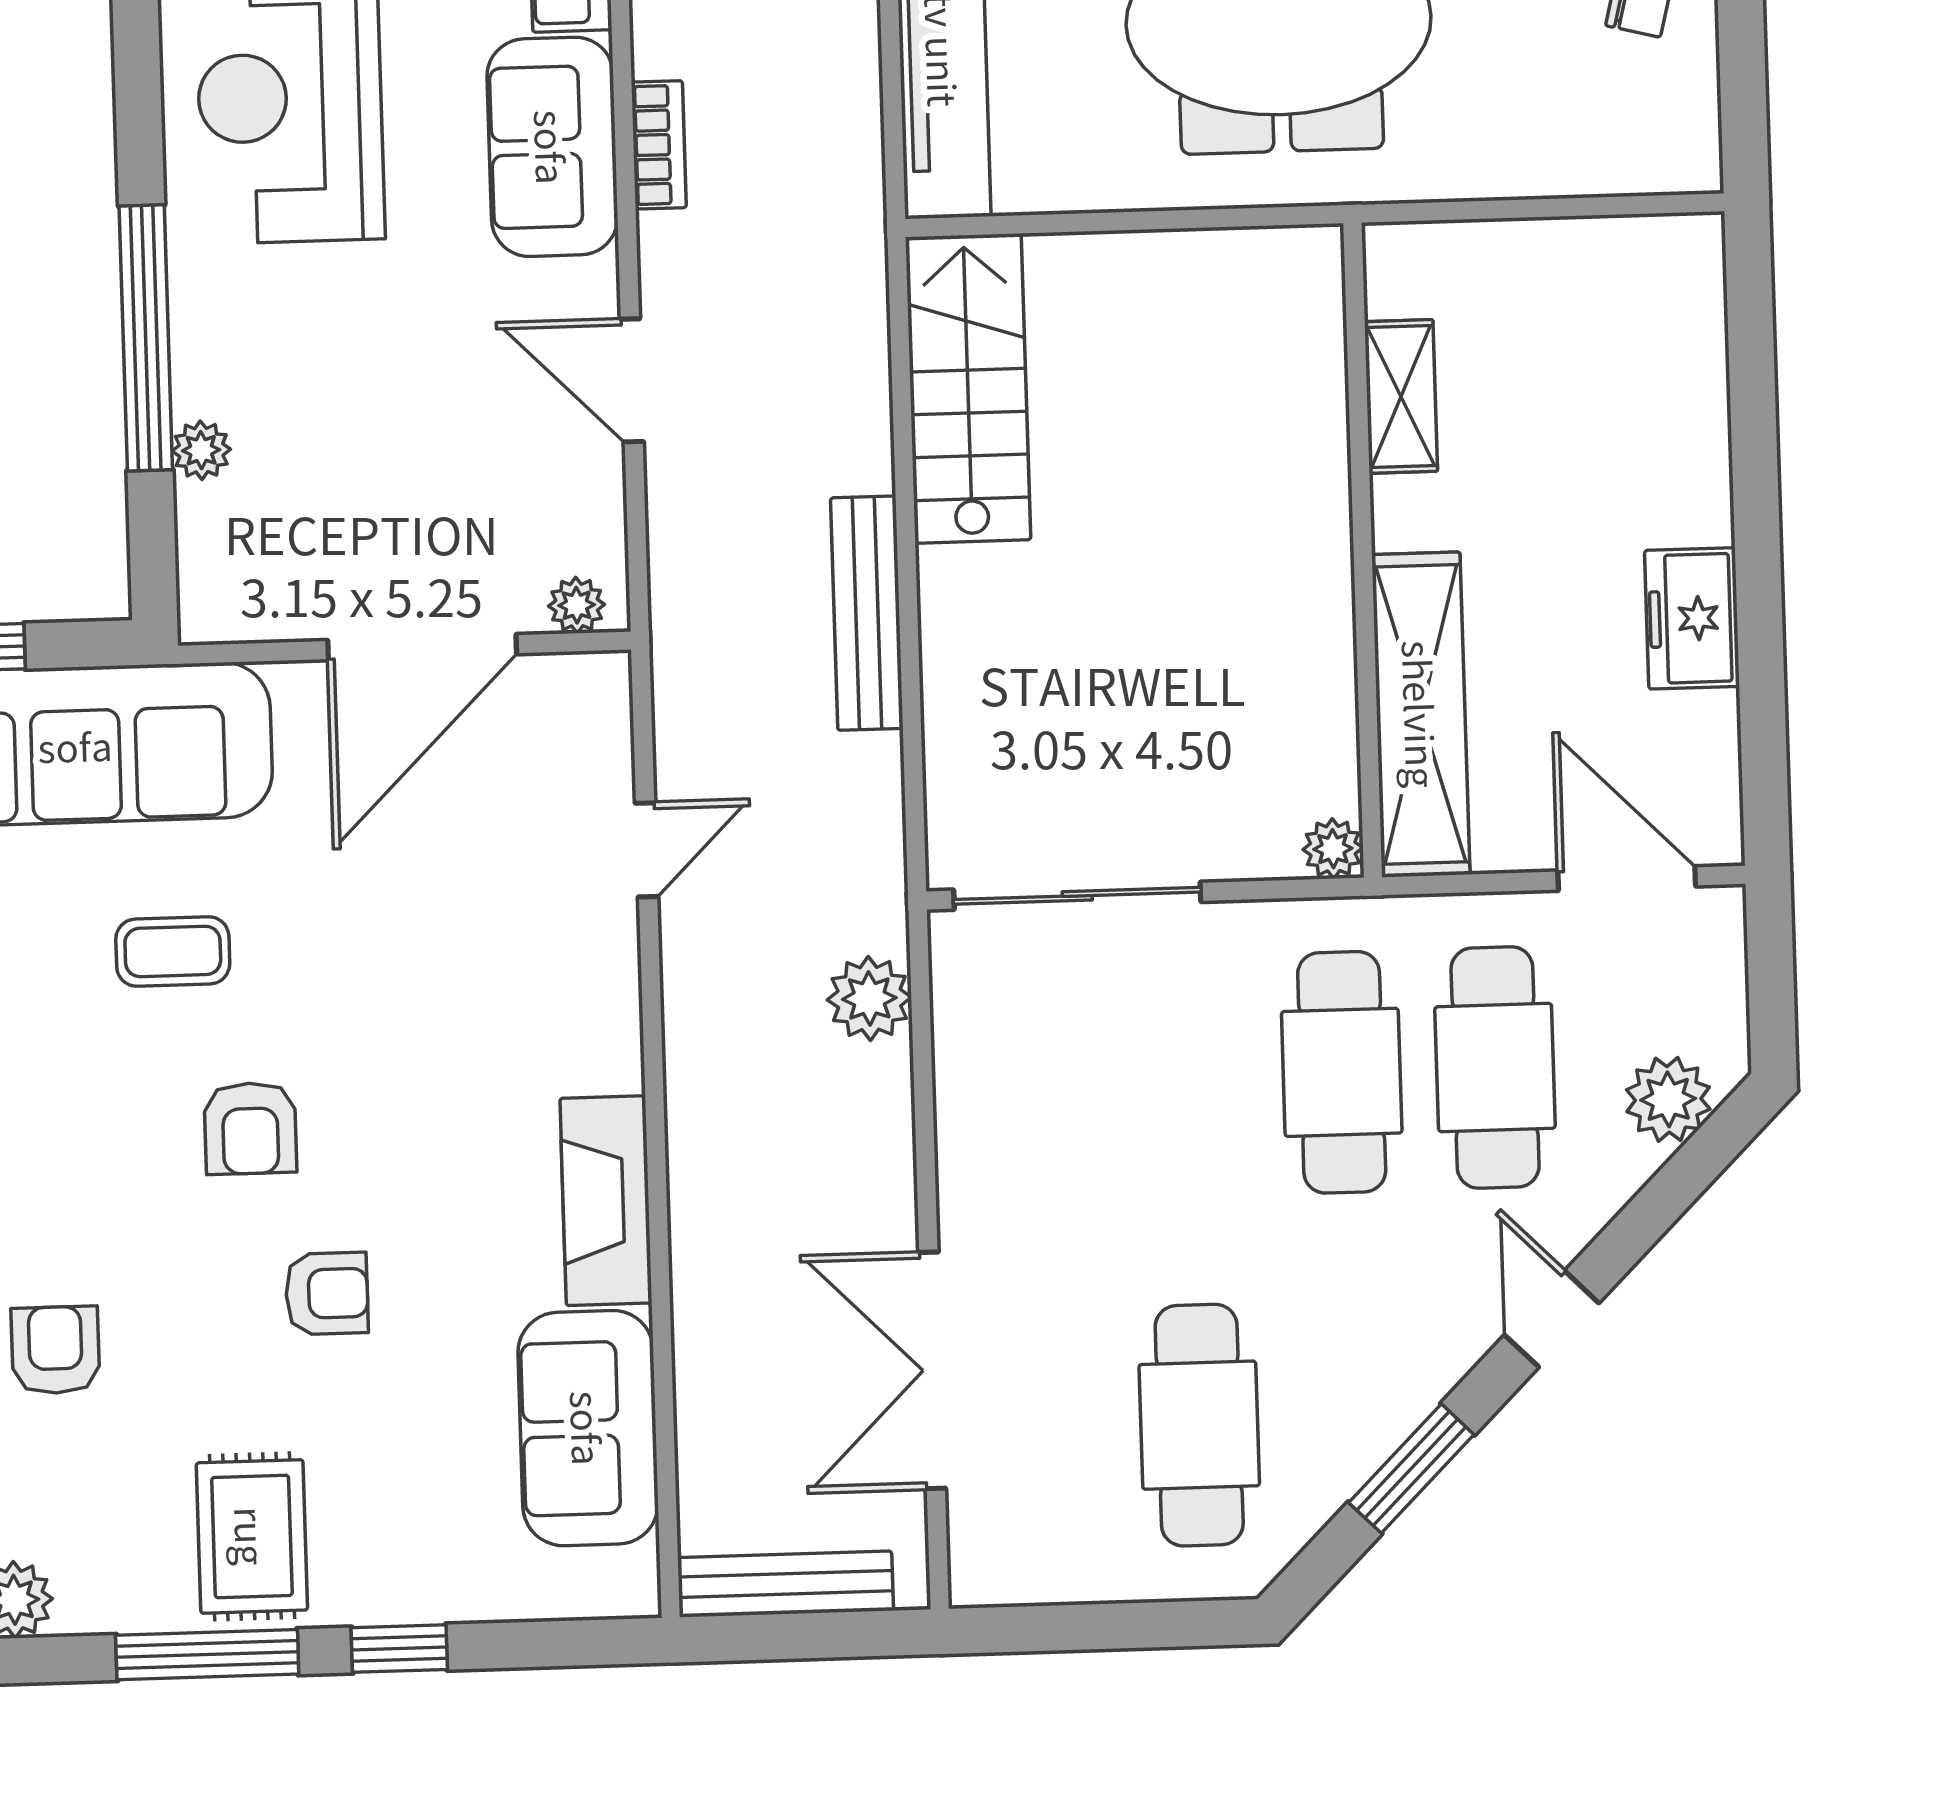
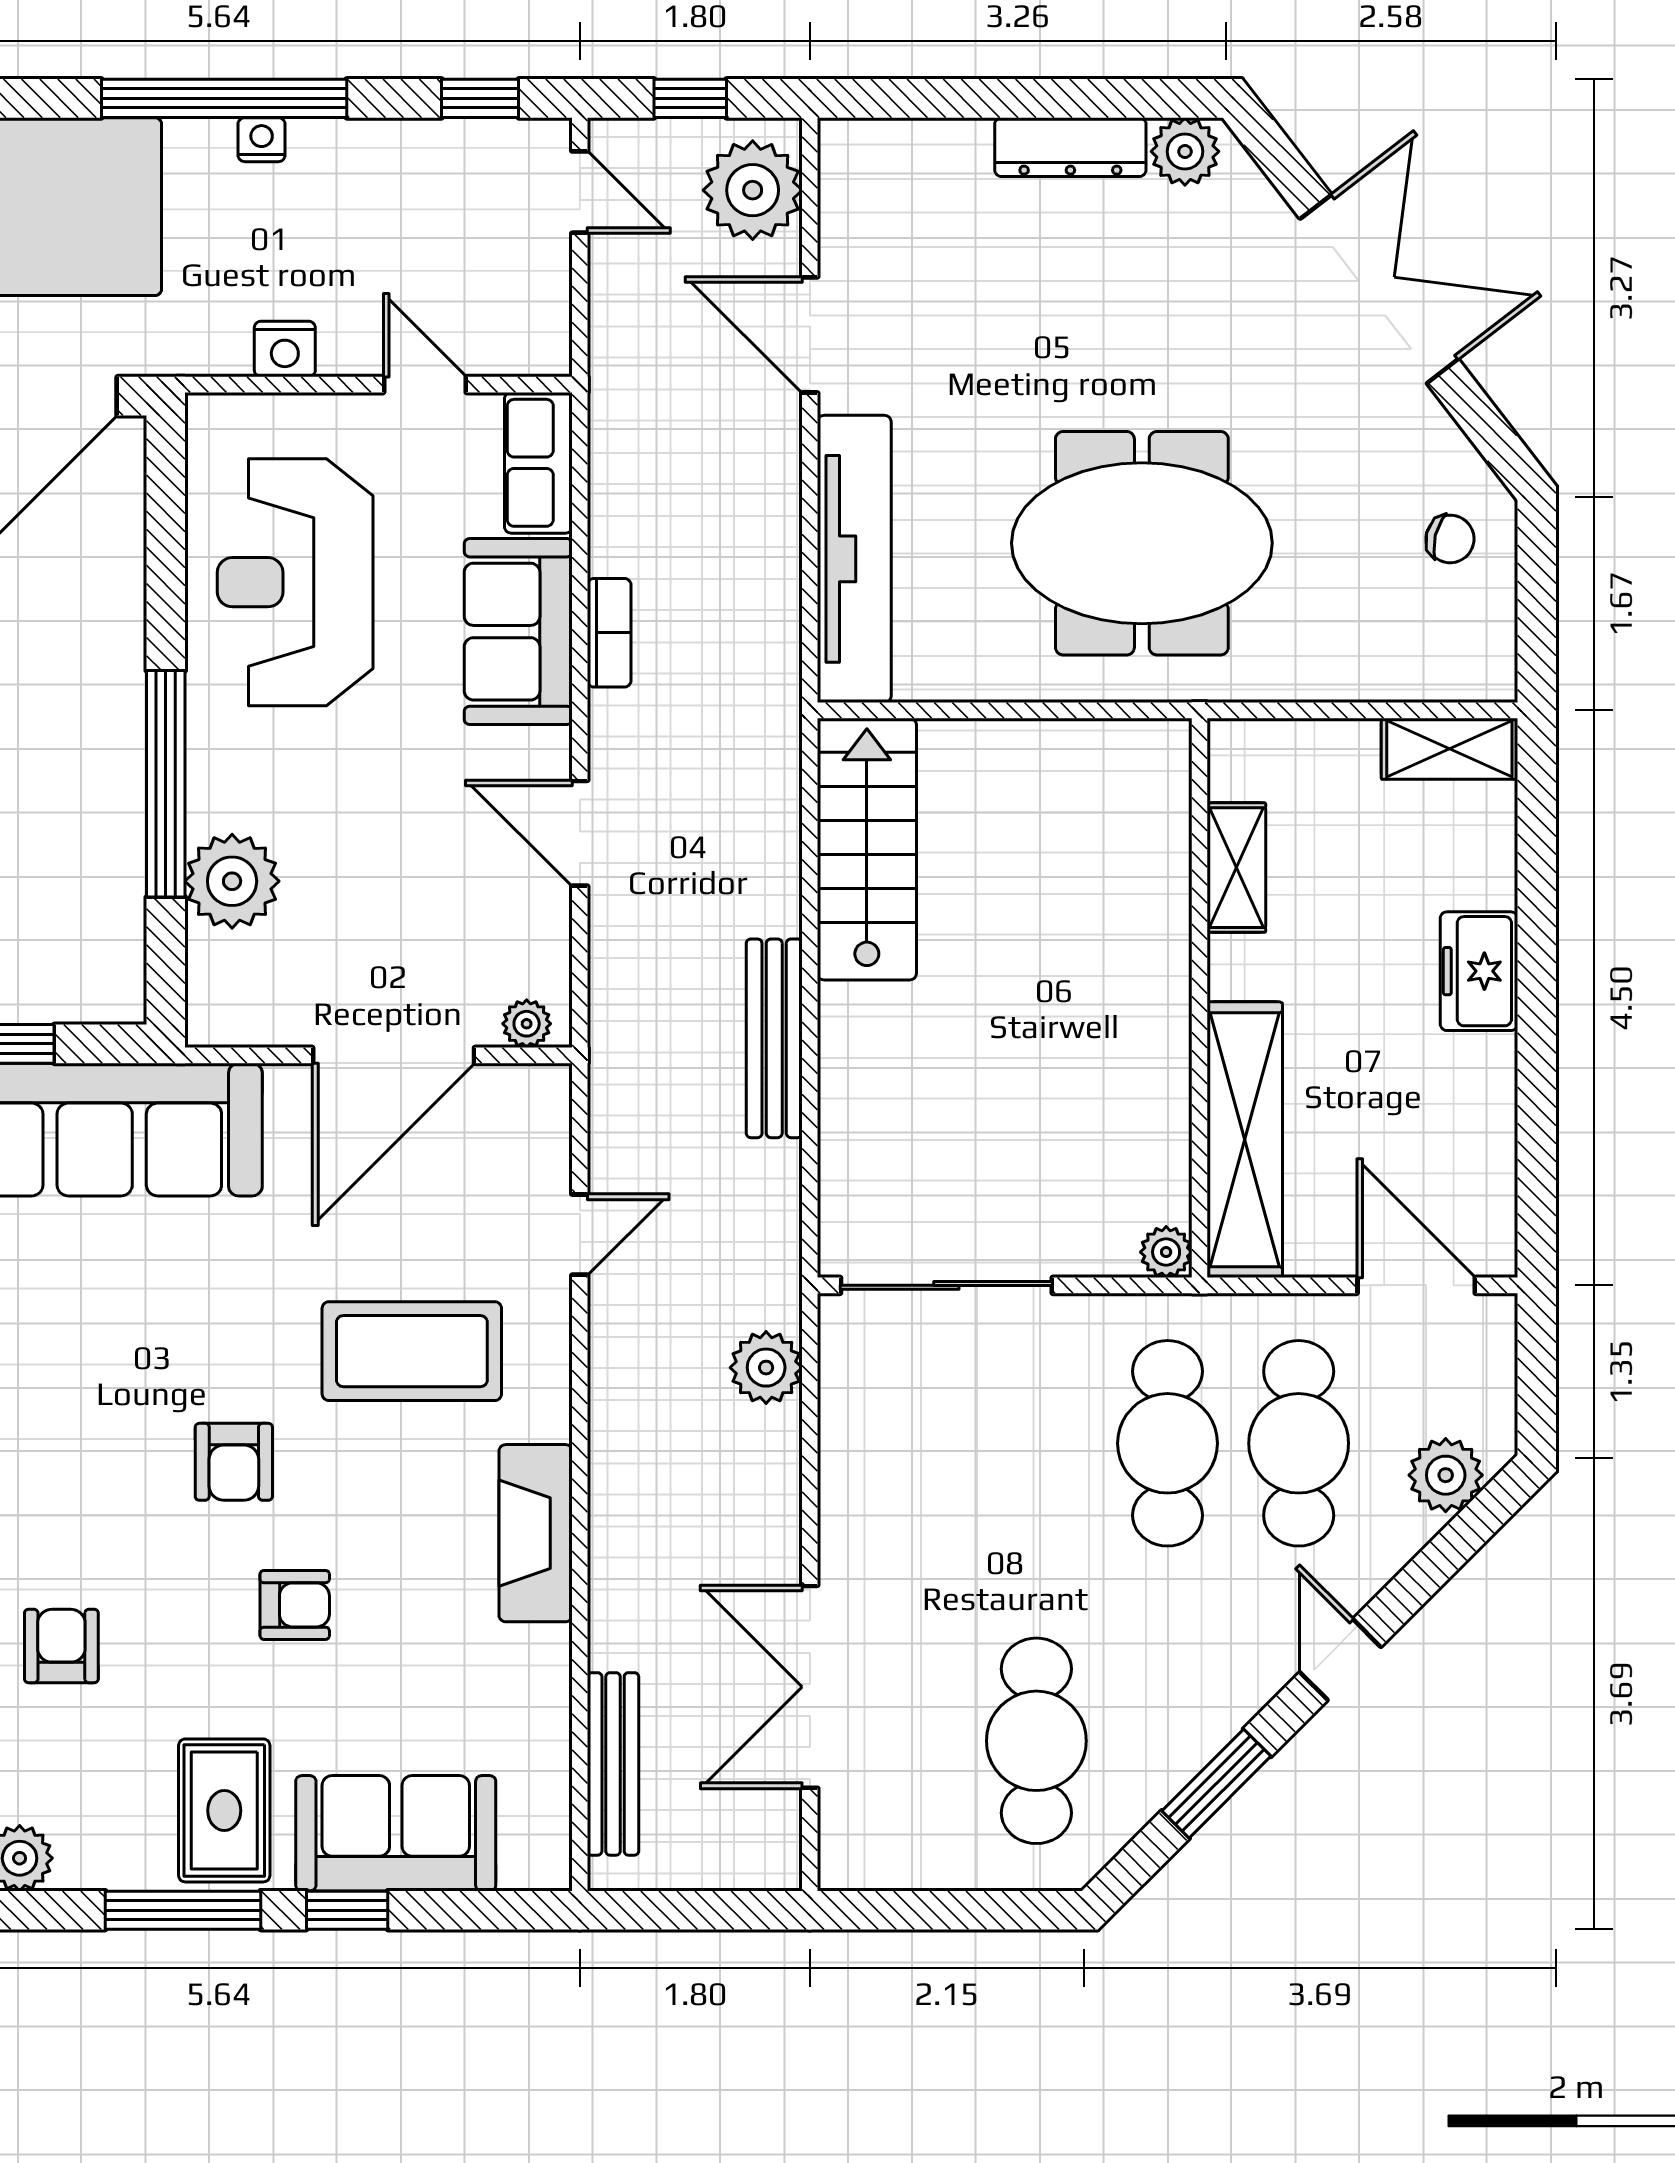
shelving: (1646, 250) -> (1449, 749), added
plant: (201, 450) -> (232, 881), width x1.88, depth x1.88
freezer: (1692, 618) -> (1479, 971), moved
coffee table: (173, 951) -> (412, 1351), moved, width x1.86, depth x1.72
sofa: (588, 1428) -> (396, 1833), moved, turned 90
bench: (786, 1584) -> (613, 1764), moved, turned 90

